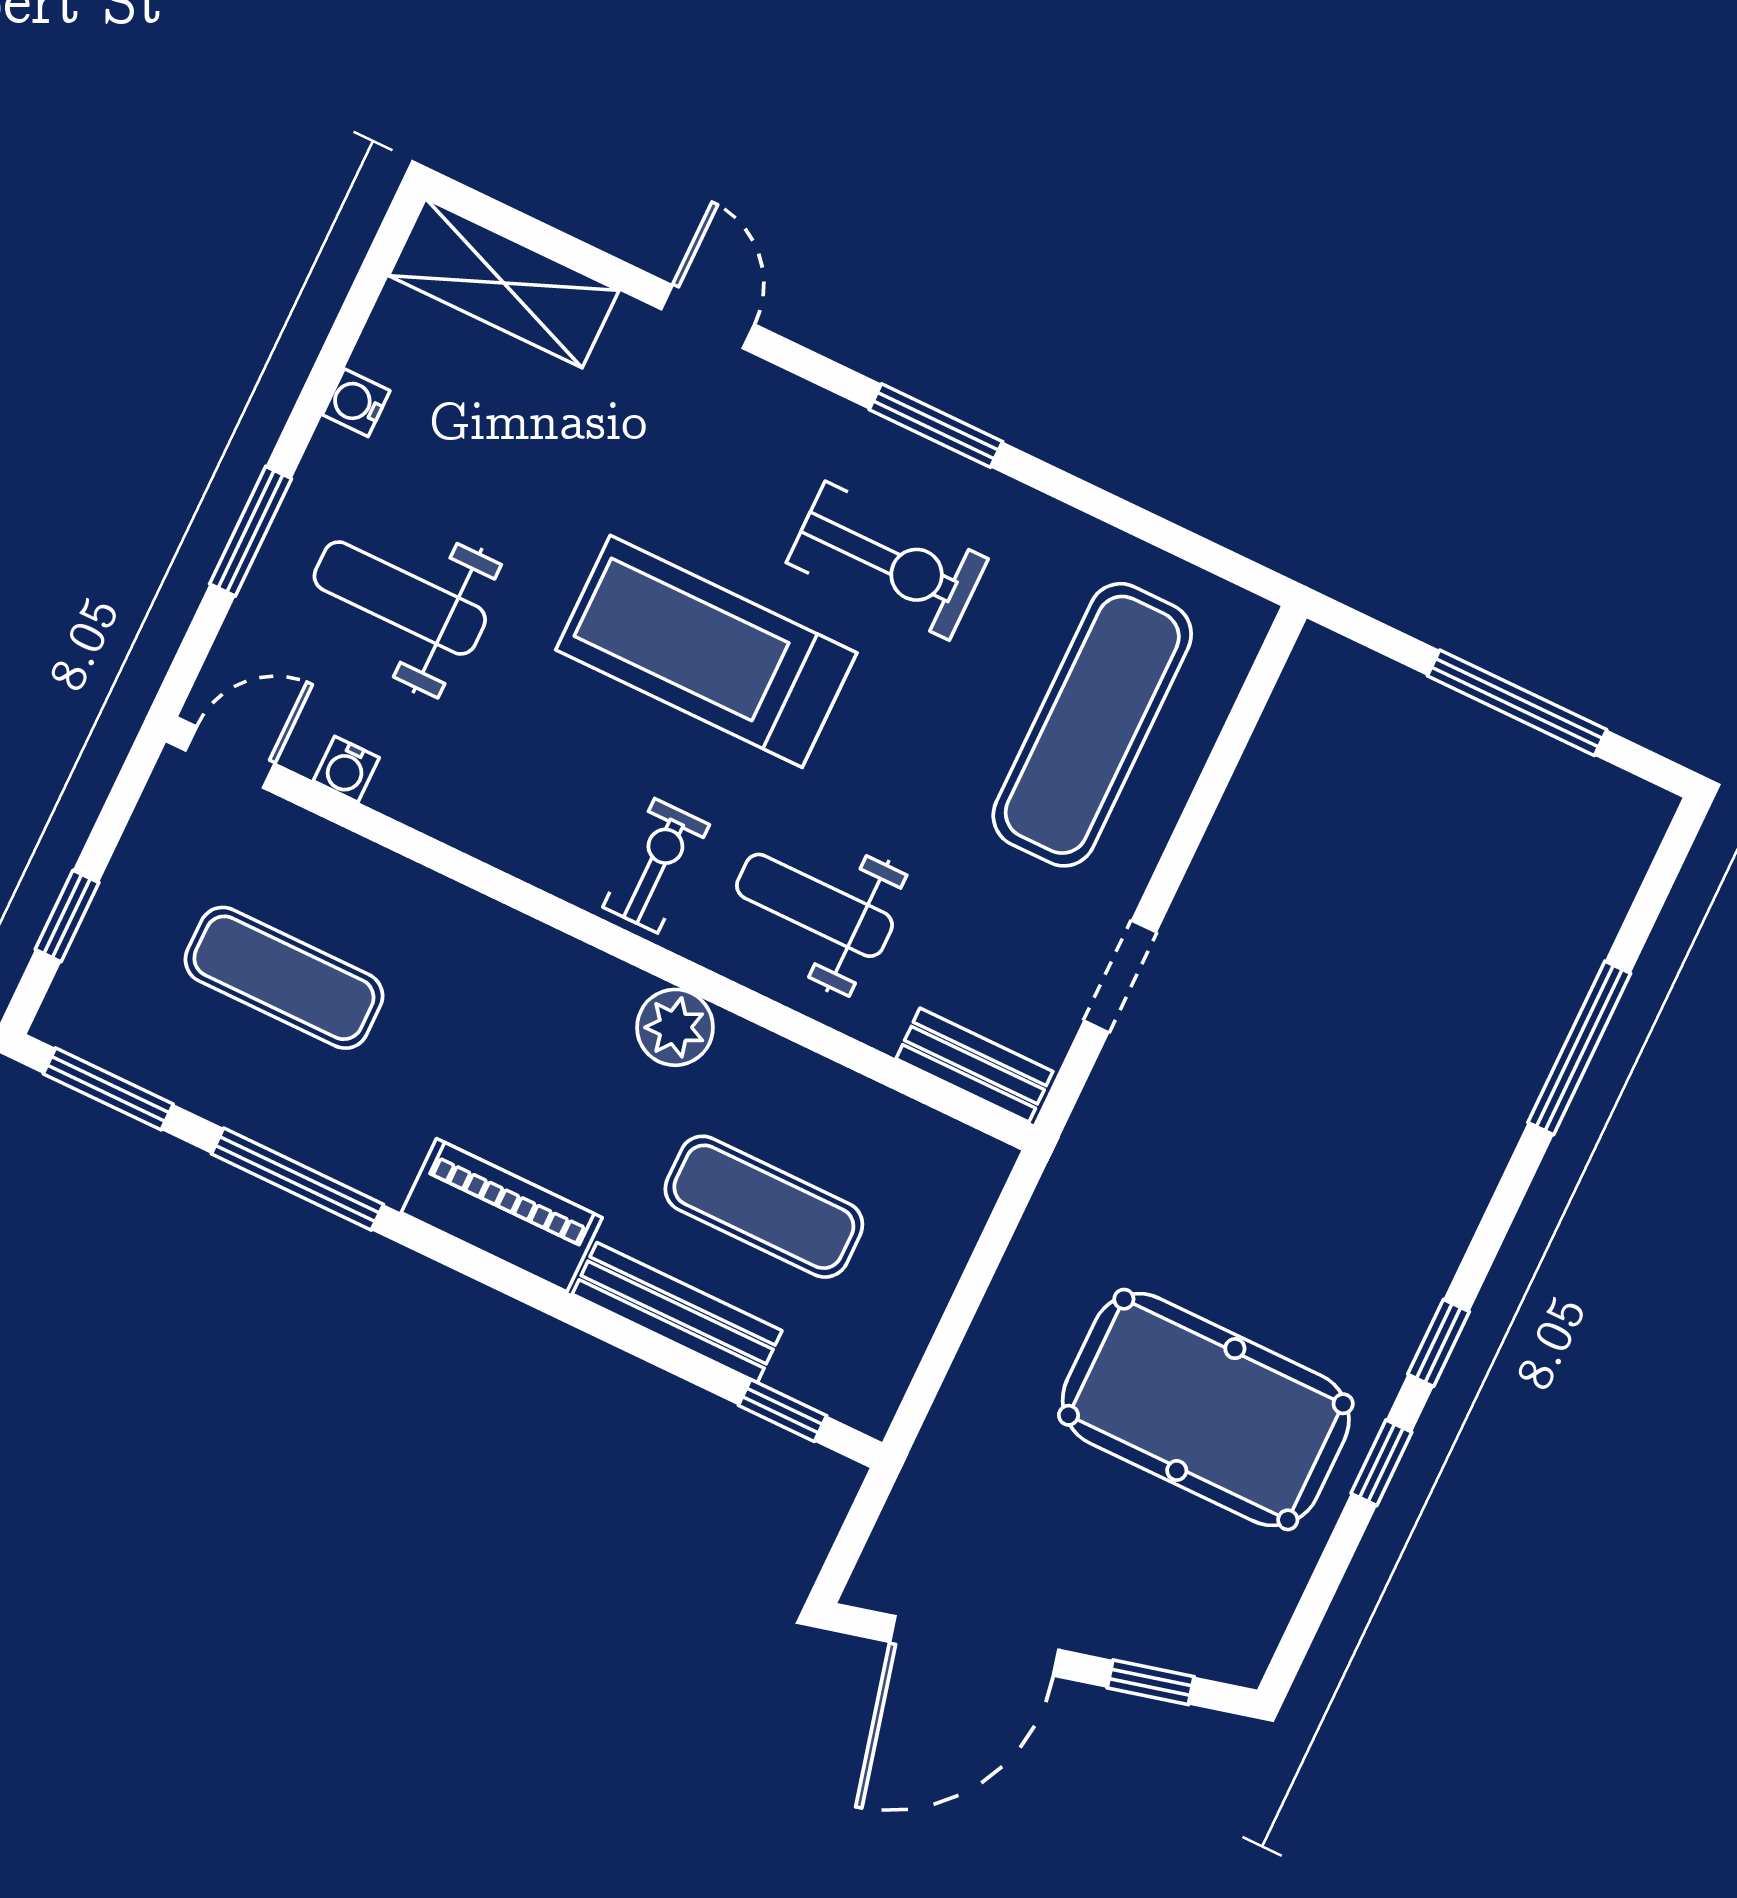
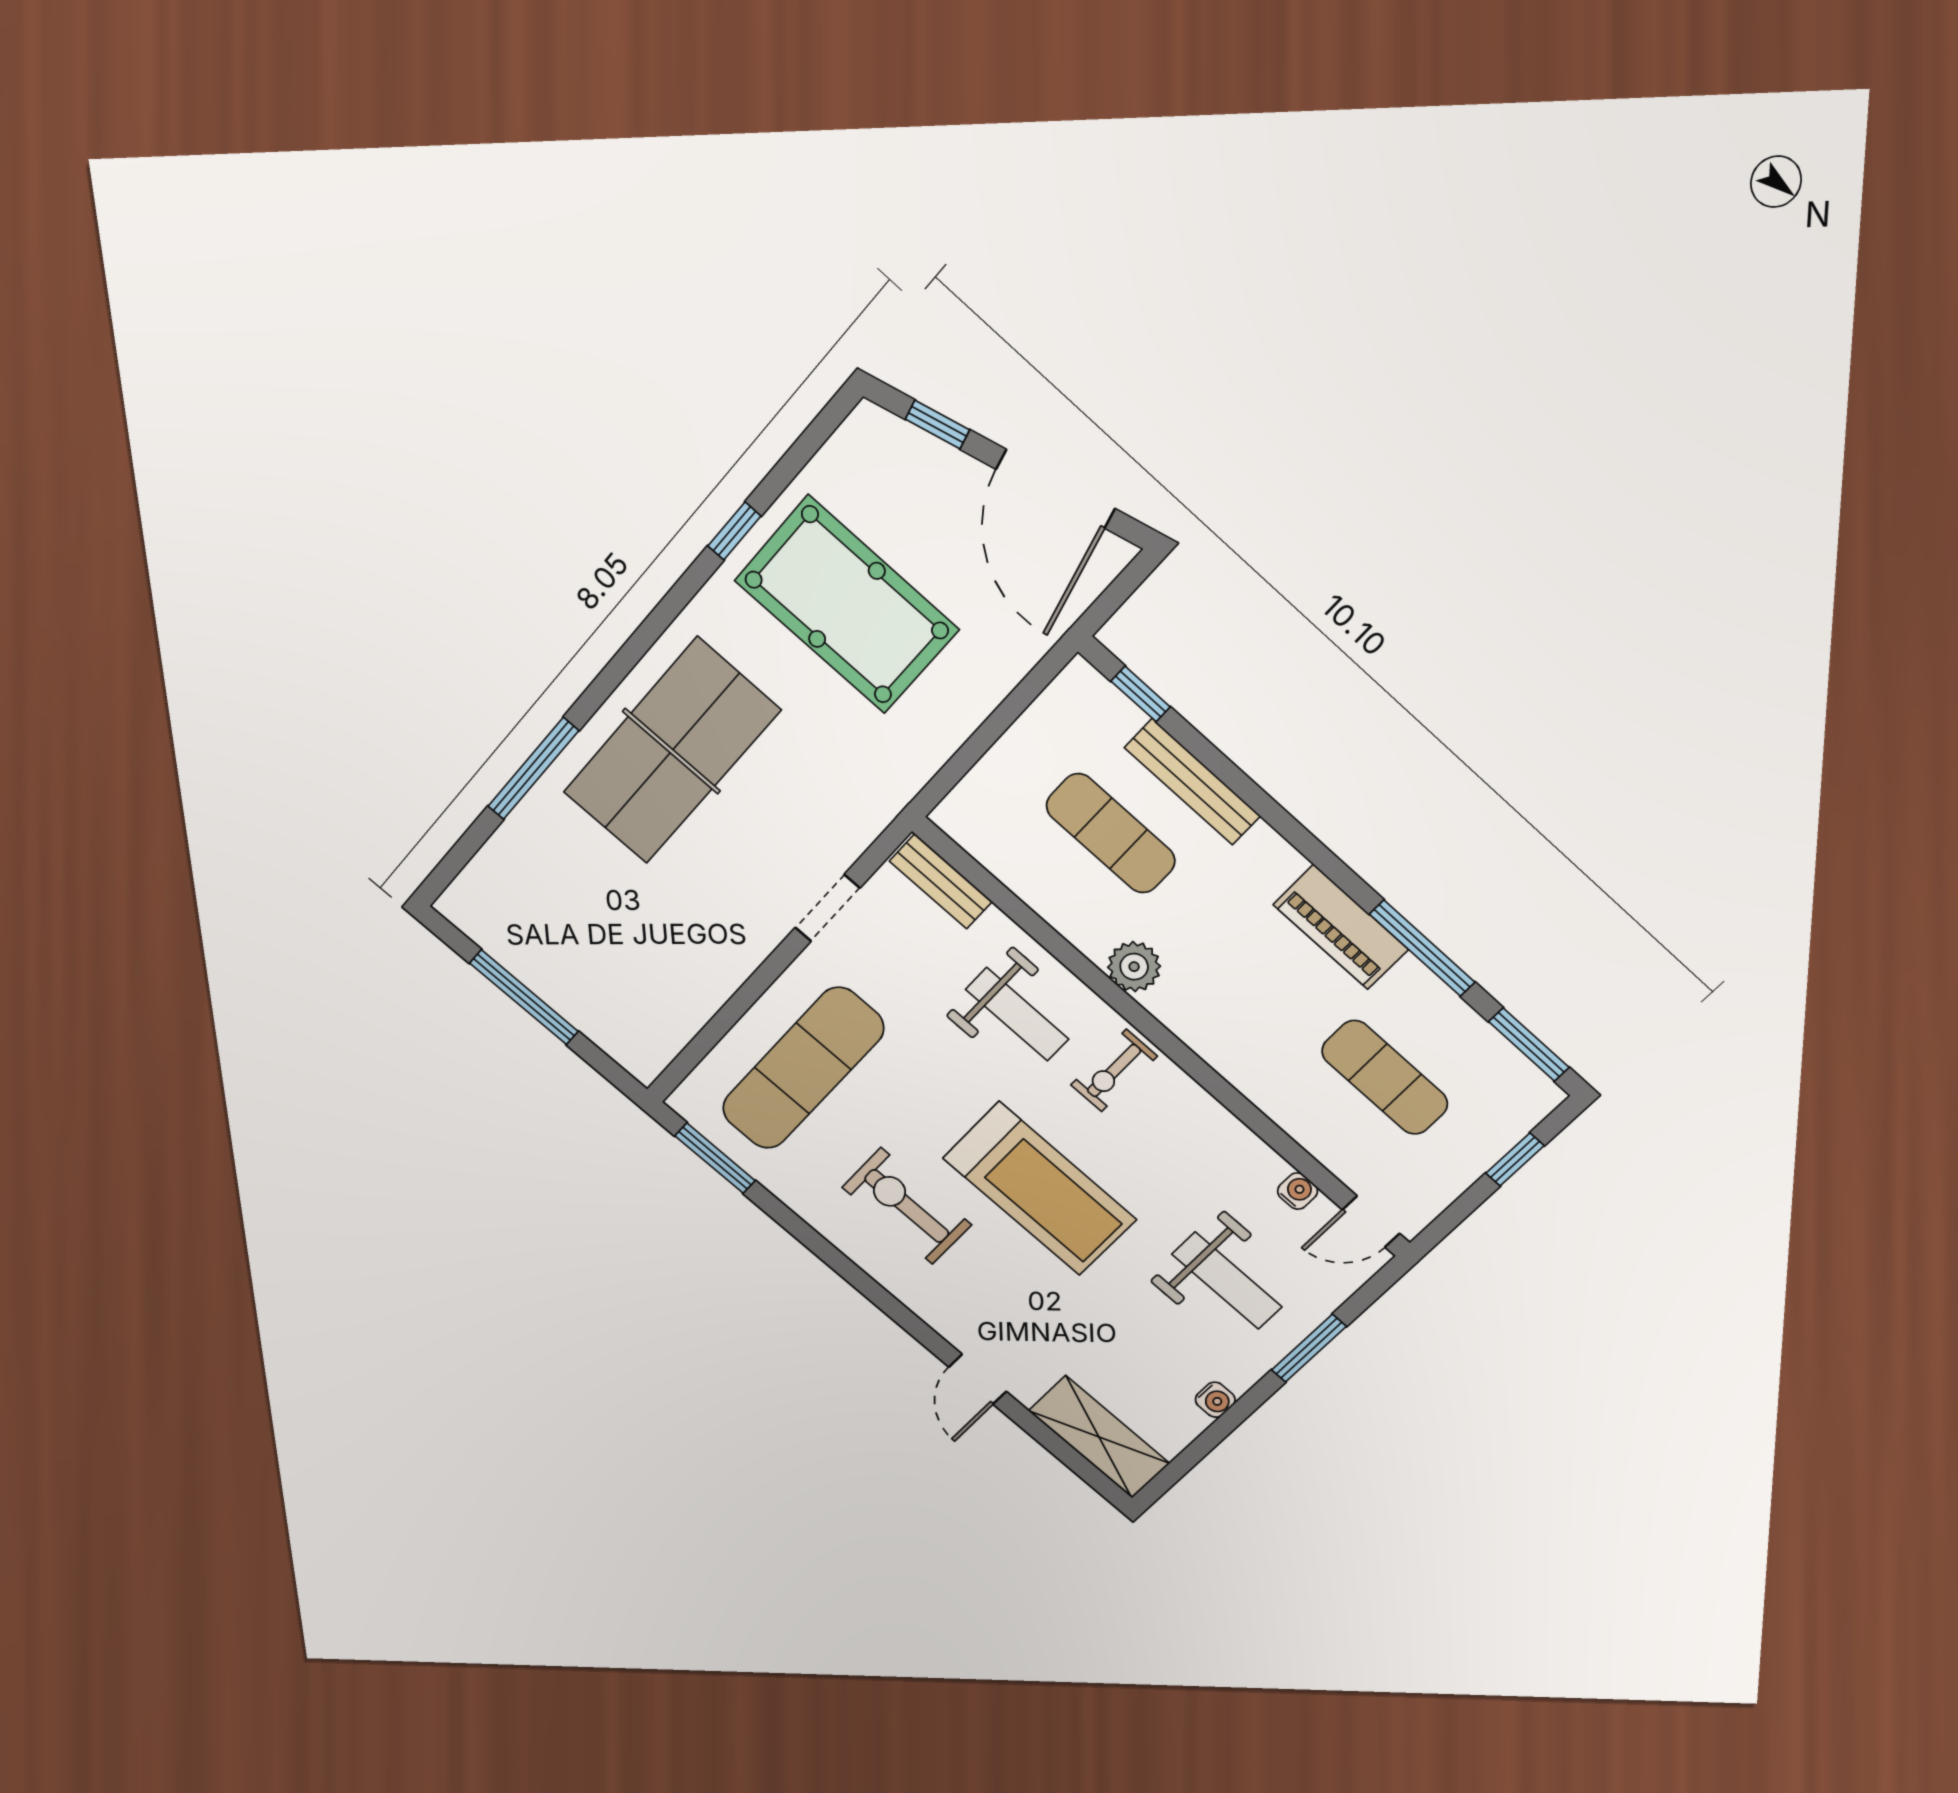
window: (936, 426) -> (715, 1158), moved
table tennis table: (1393, 1133) -> (672, 751), added
piano: (502, 1215) -> (1341, 927), moved
window: (1439, 1343) -> (675, 602), removed
door: (974, 1646) -> (1056, 489), swing flipped

